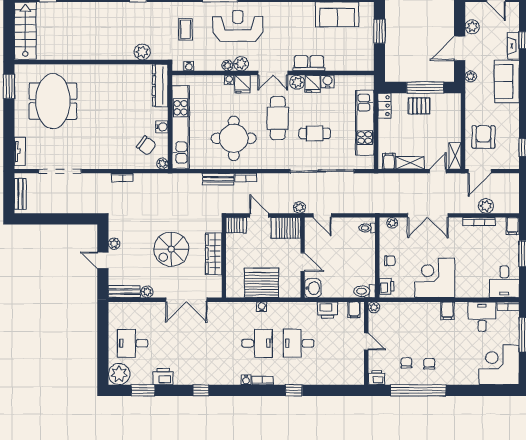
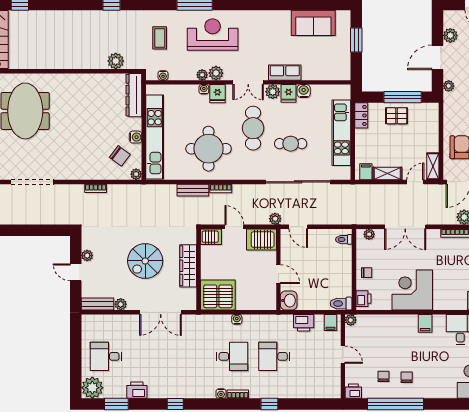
server rack: (261, 283) -> (218, 295), moved

